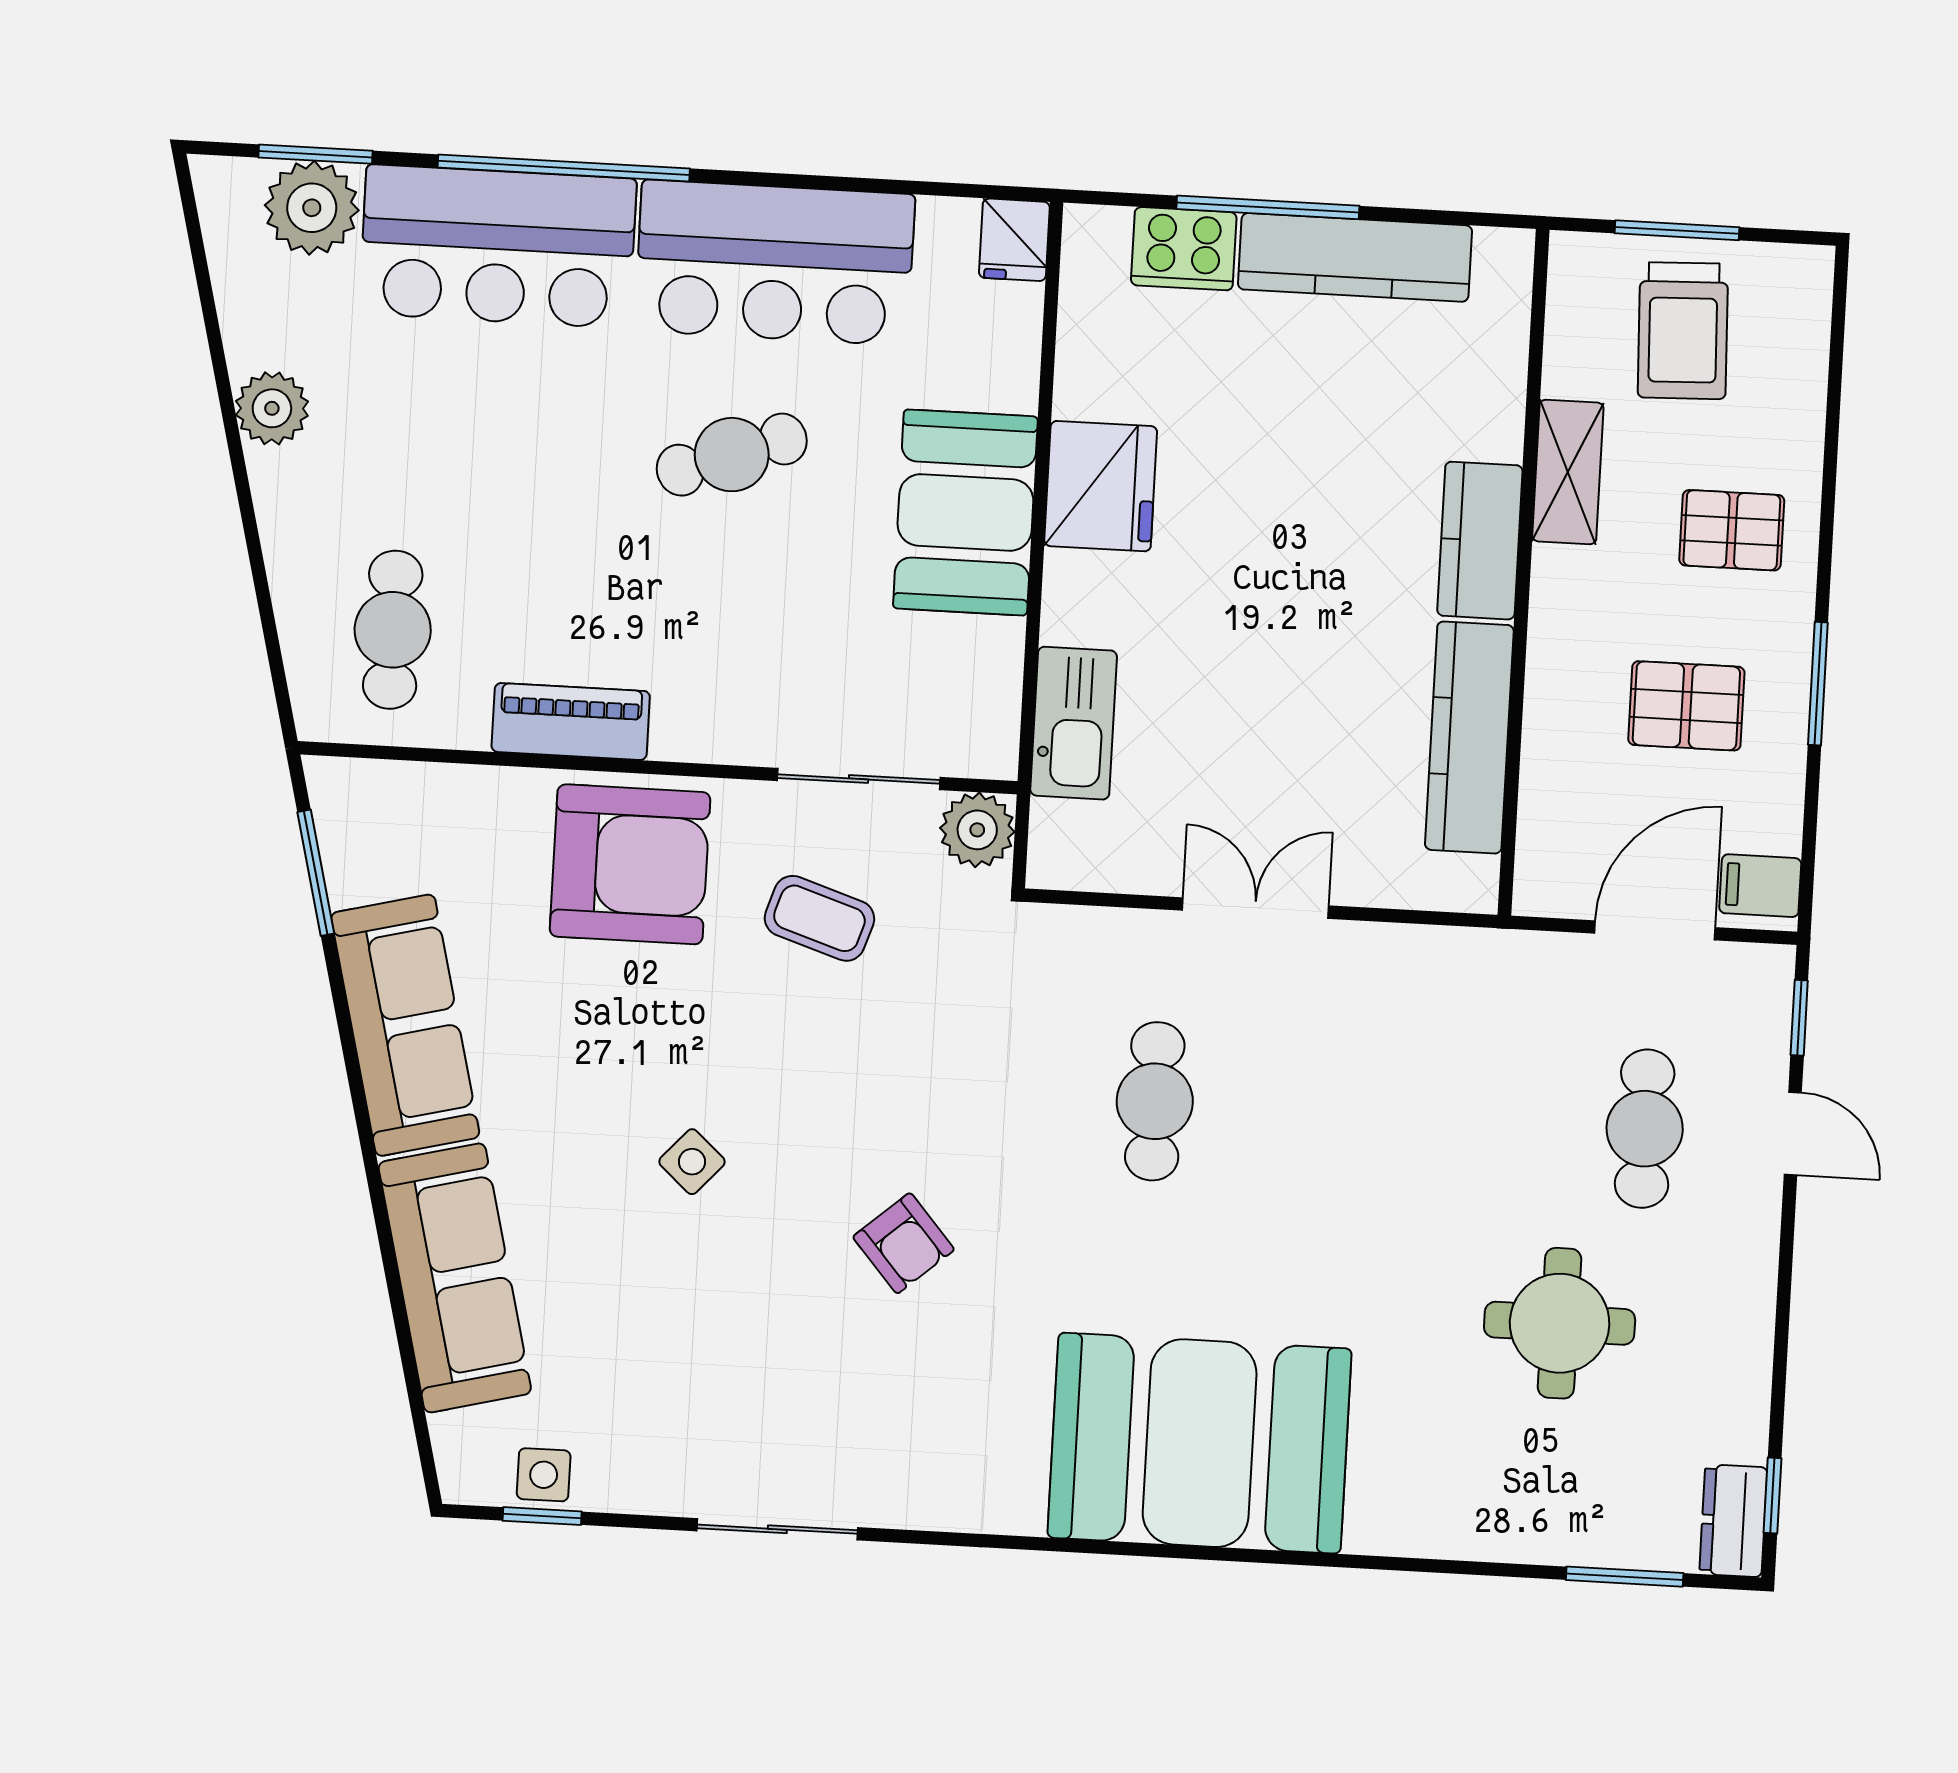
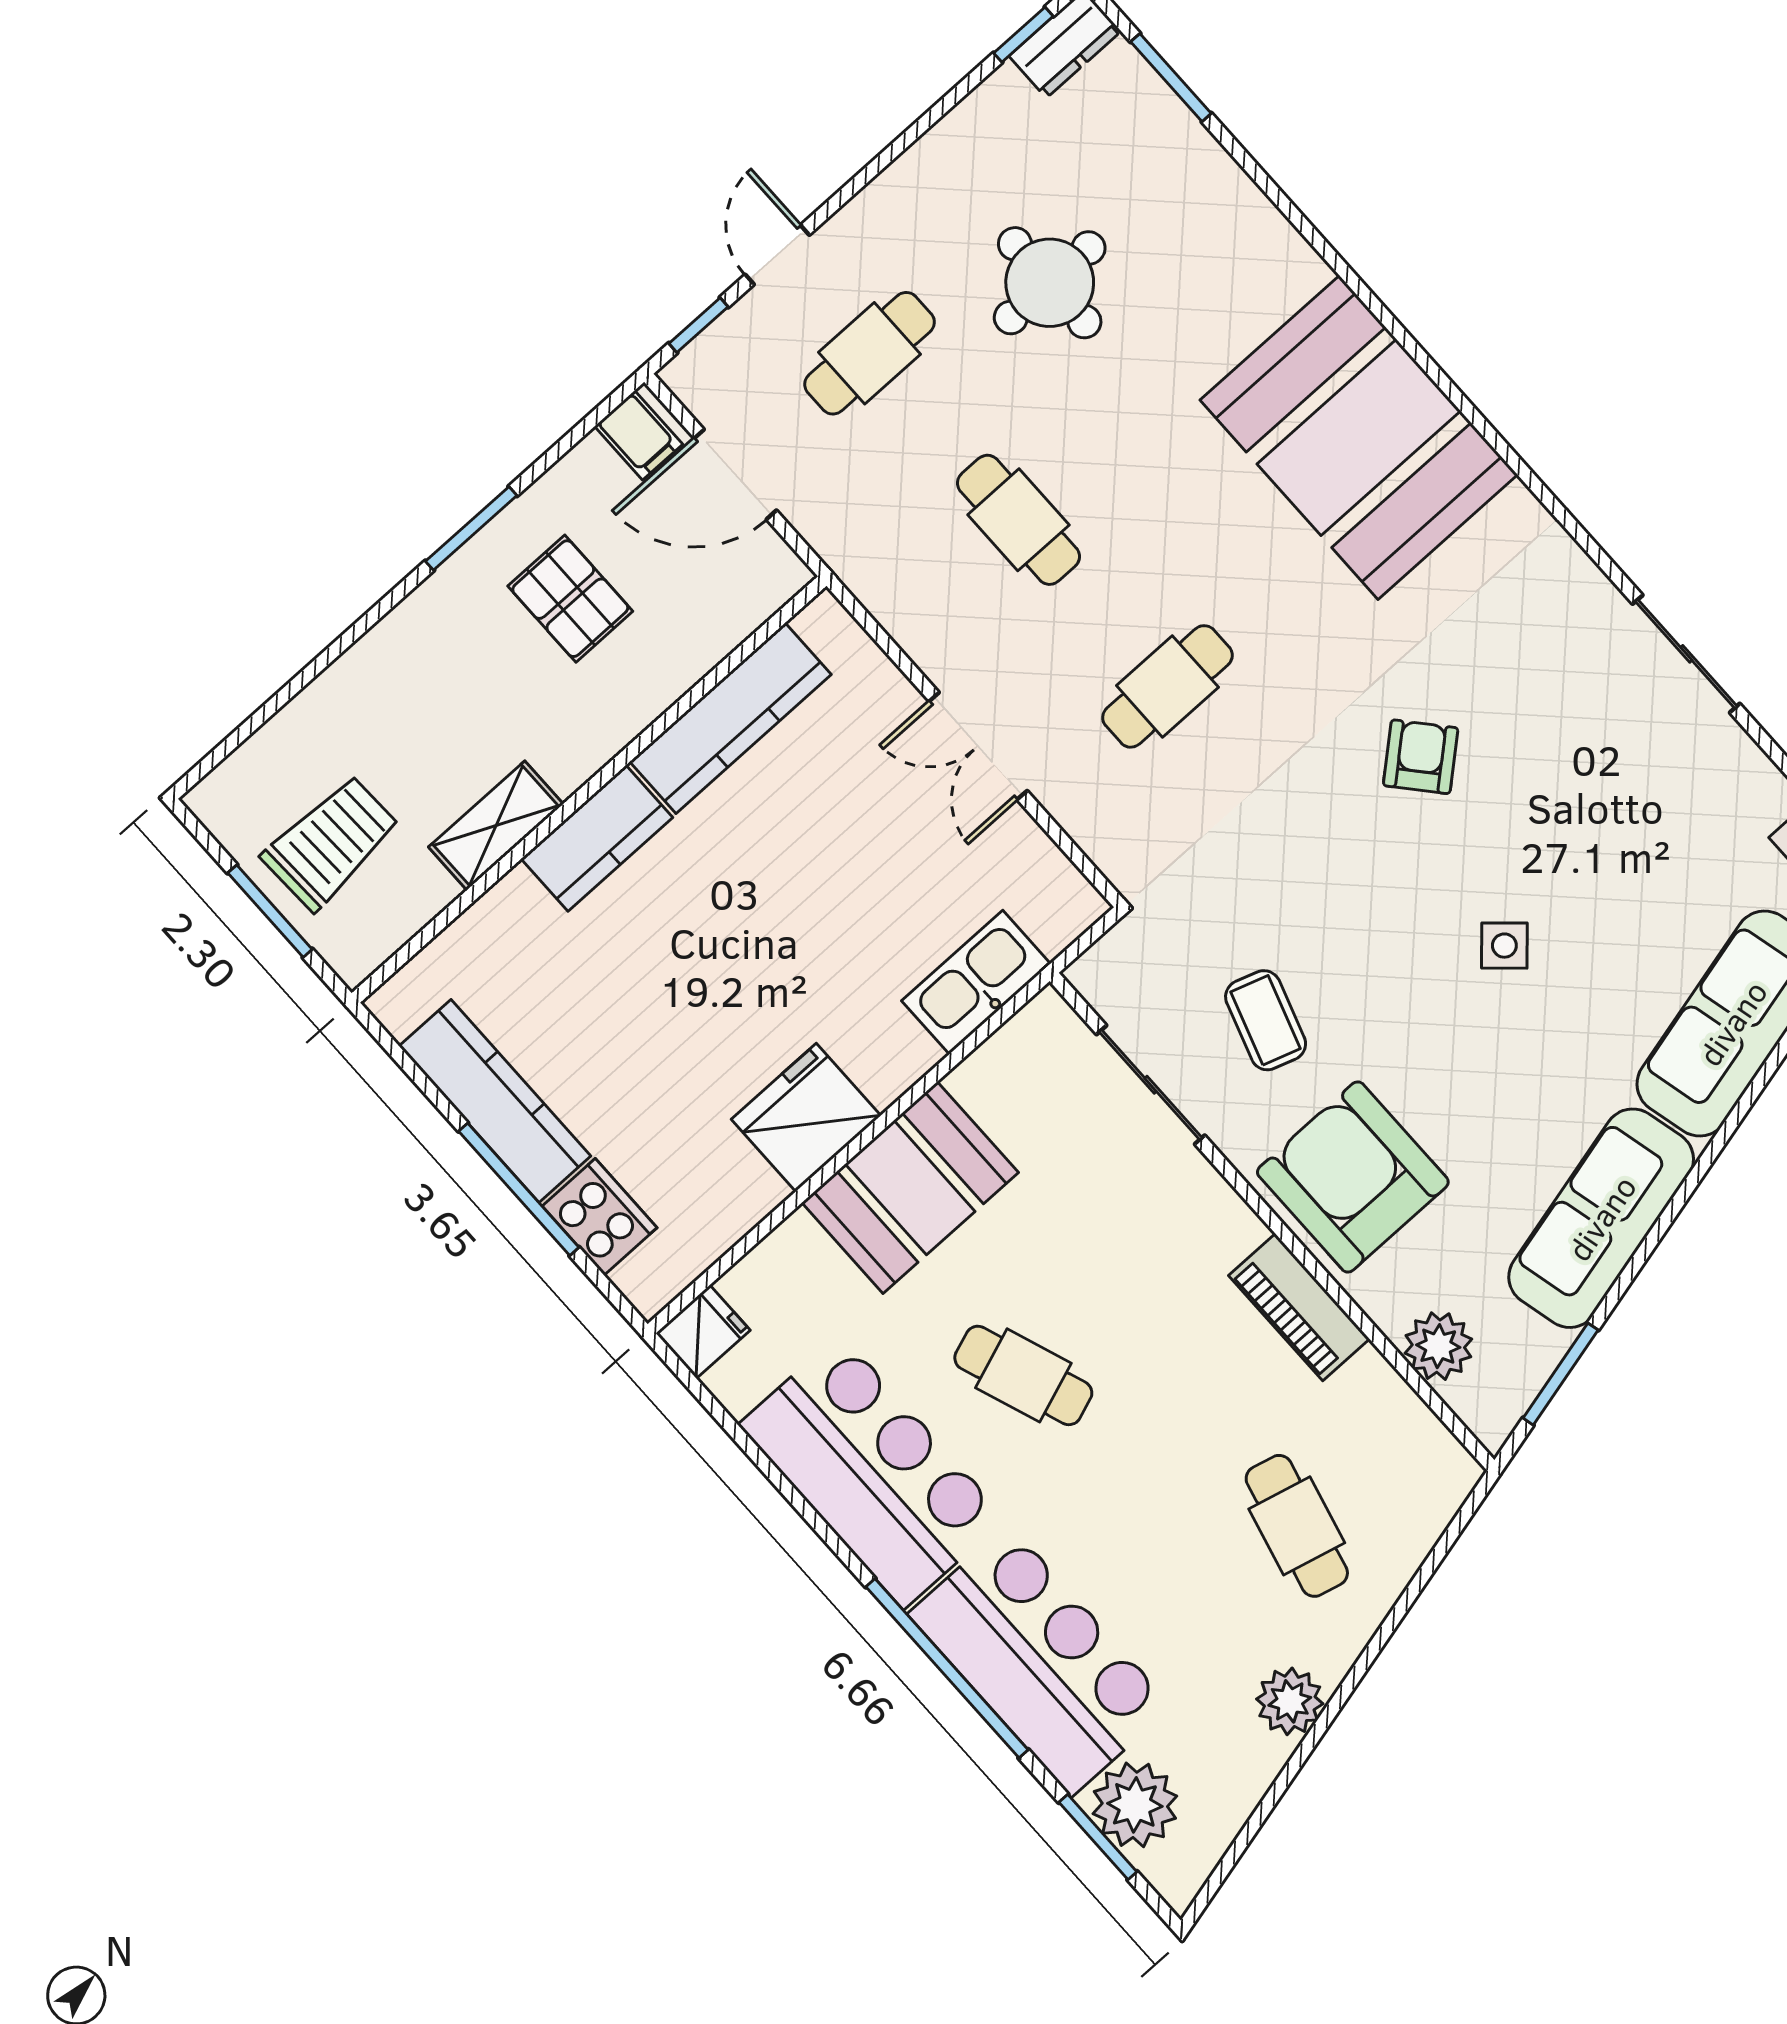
pallet: (1732, 530) -> (428, 683), removed
cafe table: (393, 630) -> (1297, 1526), moved, turned -76
plant: (977, 830) -> (1438, 1346), moved
cafe table: (1400, 1115) -> (1018, 520), added

